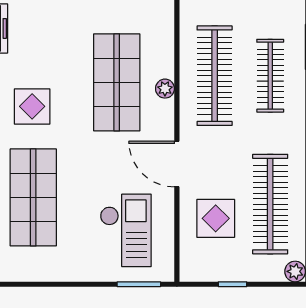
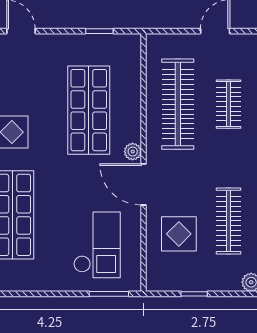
clothes rail: (270, 76) -> (228, 104), width x0.73
plant: (165, 89) -> (133, 152), moved
clothes rail: (270, 204) -> (228, 221), width x0.73, depth x0.76

